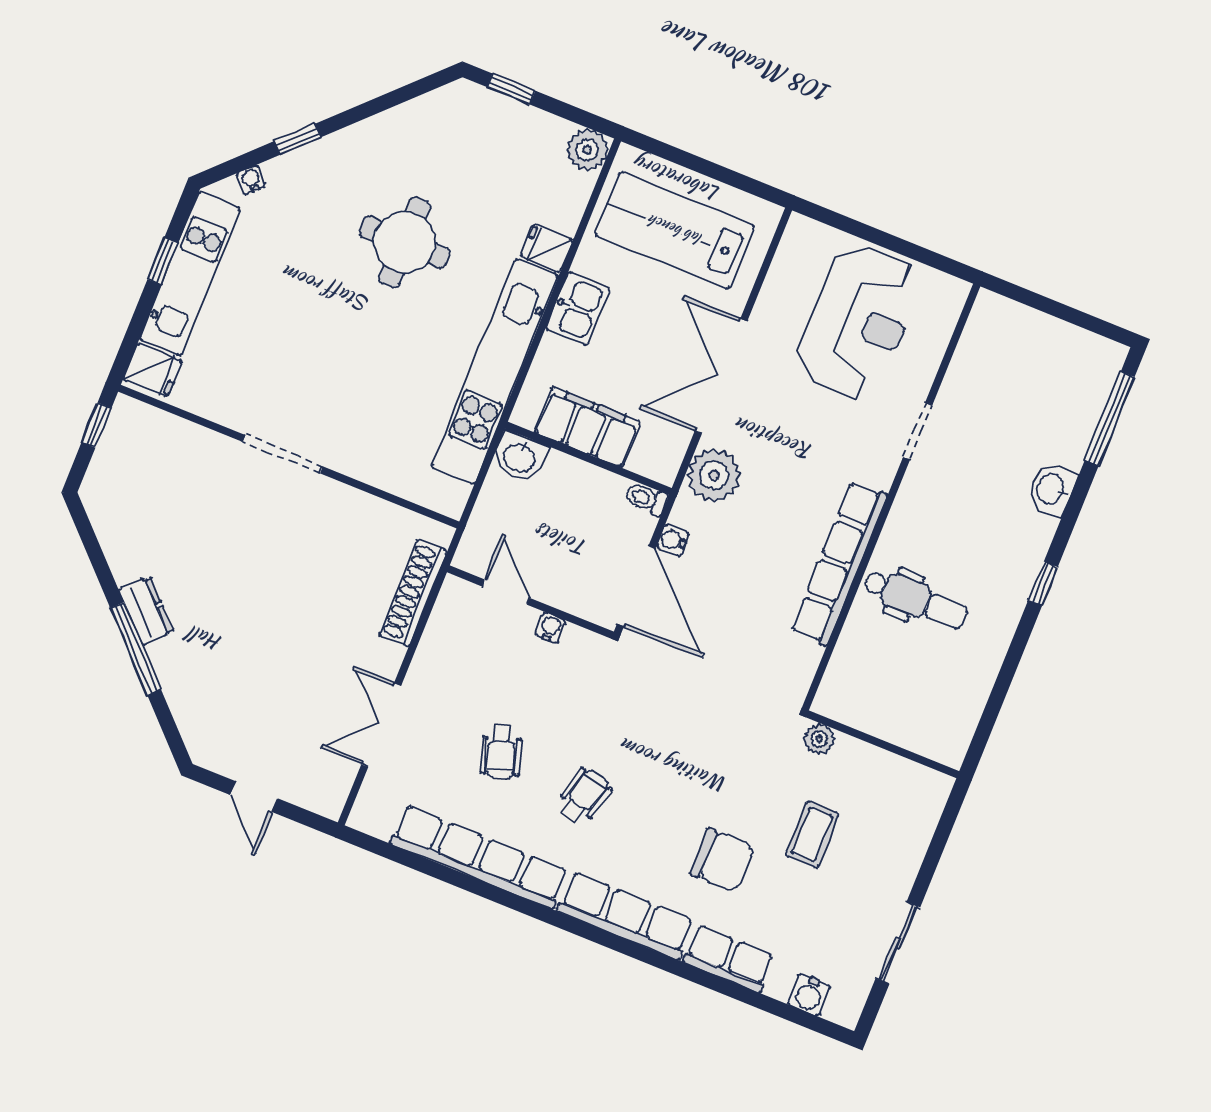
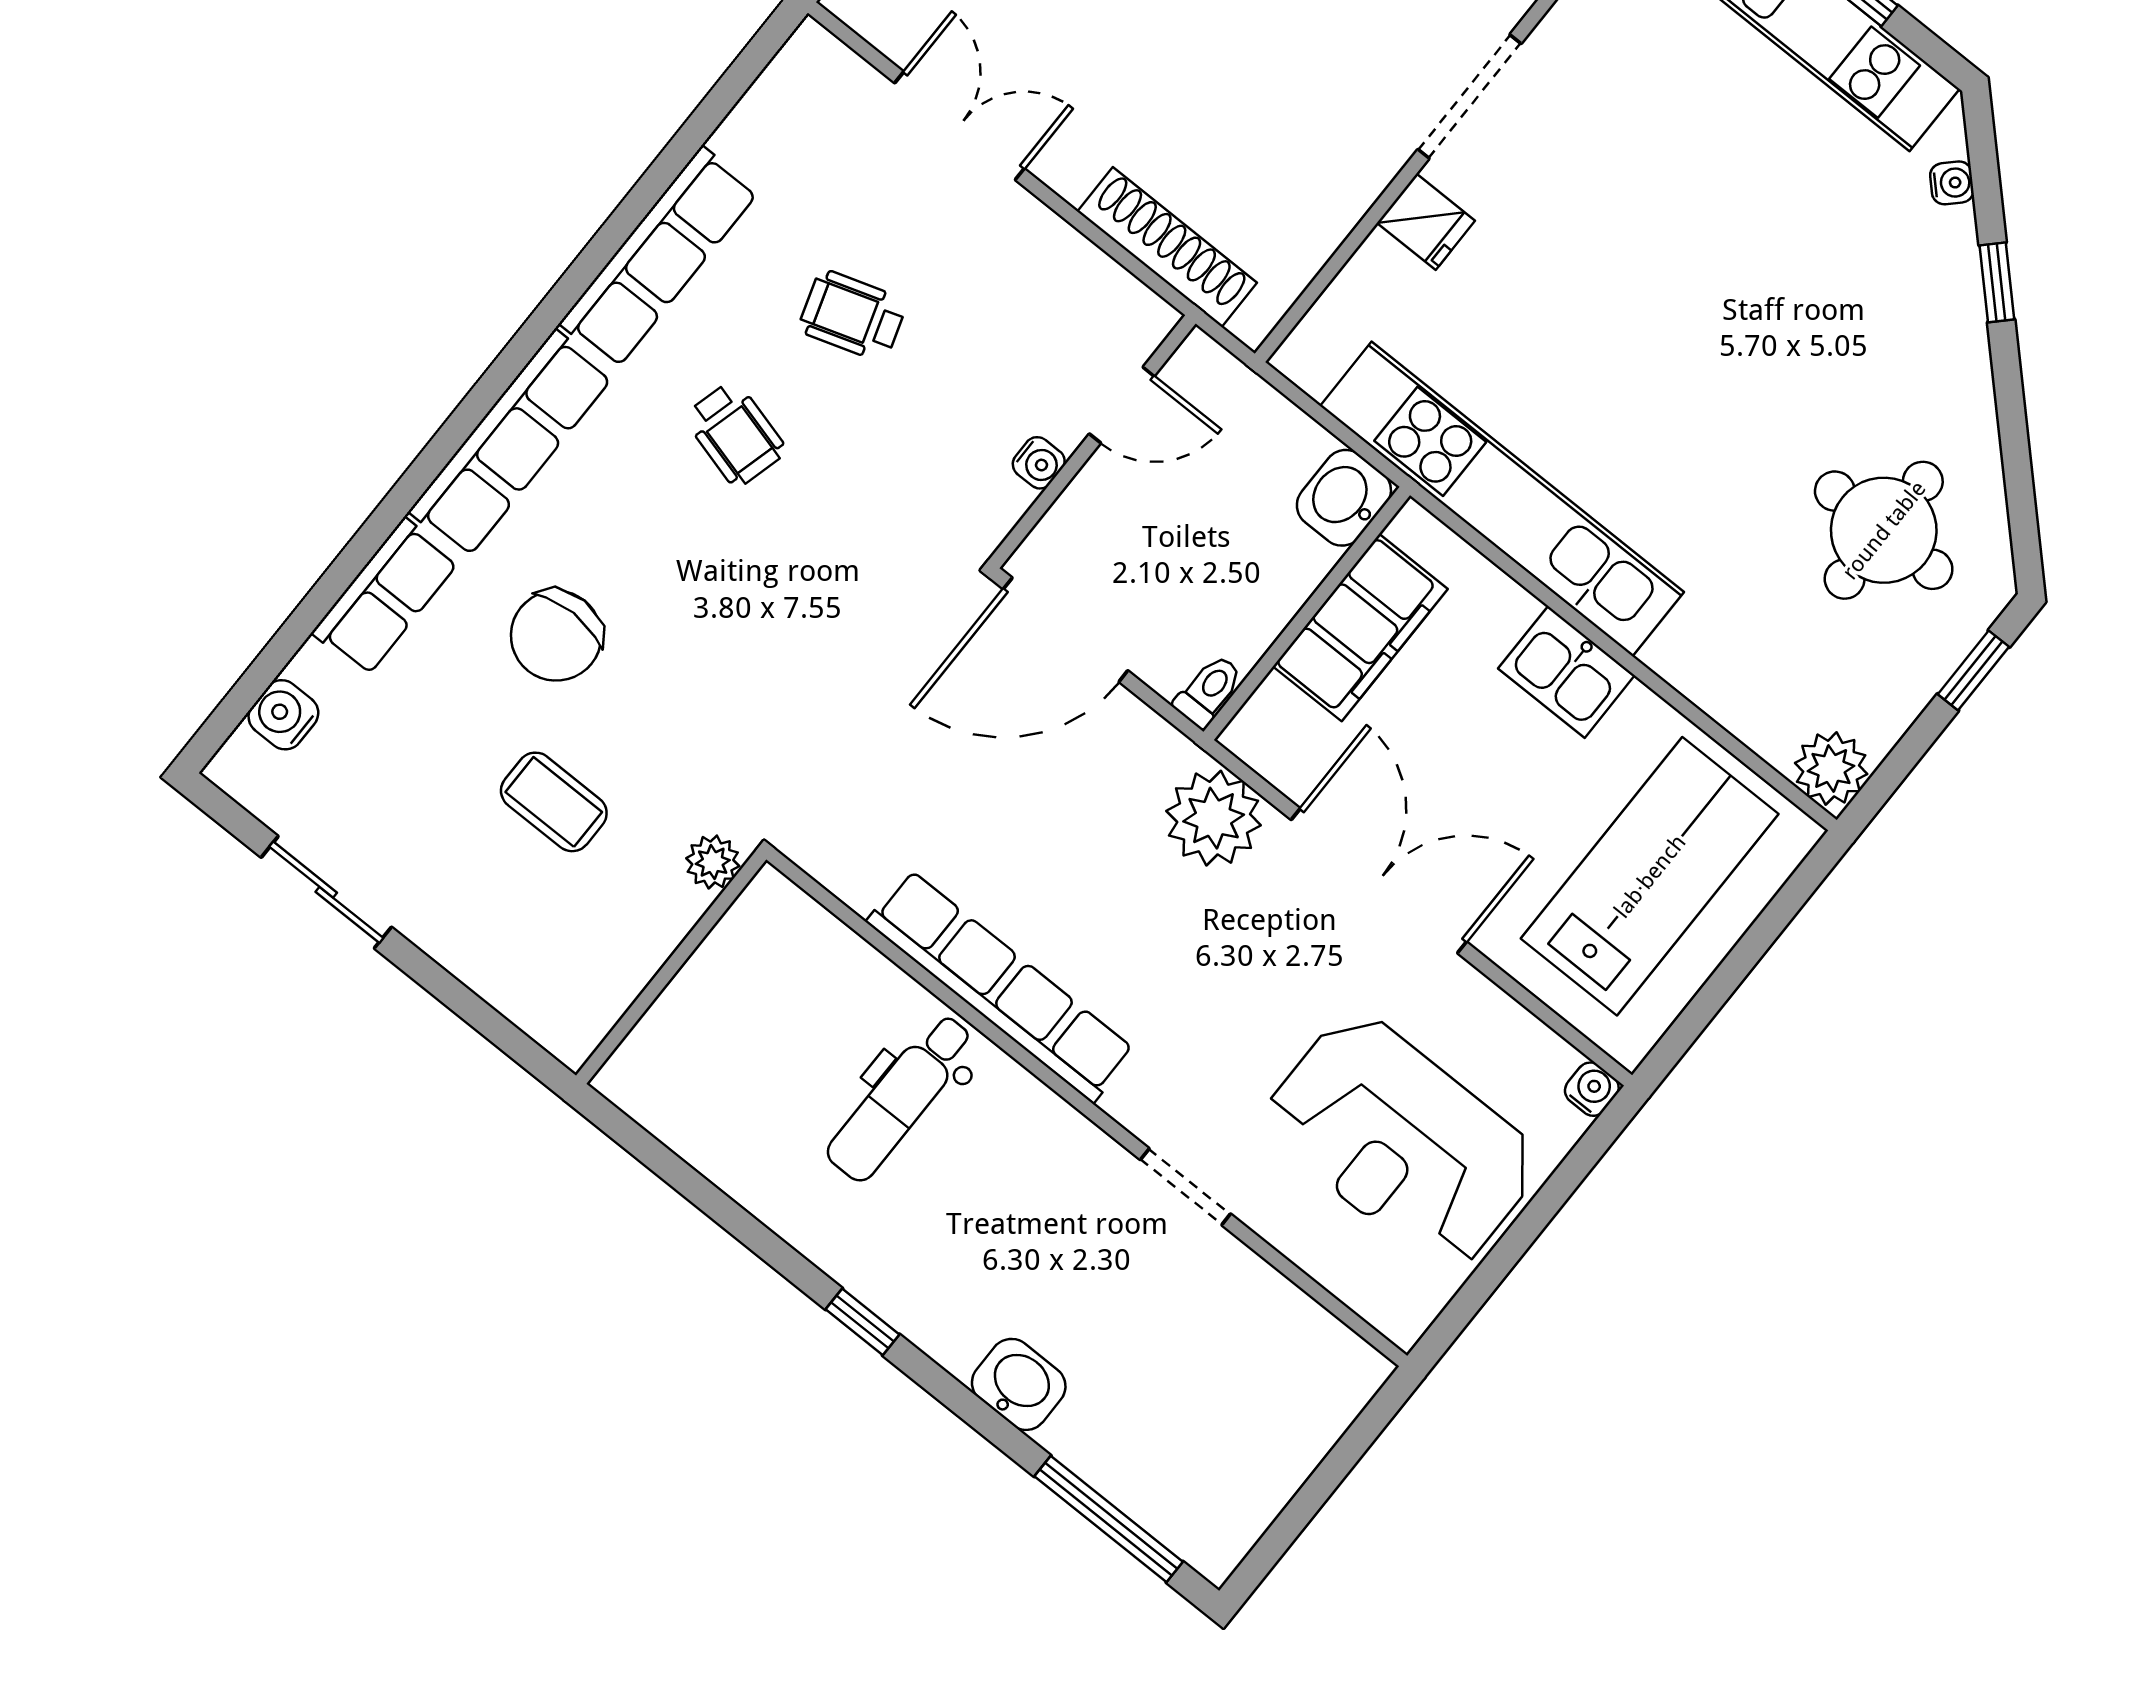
round table: (404, 242) -> (1884, 530), moved
fridge: (547, 248) -> (1426, 222), moved, turned 90
water cooler: (673, 540) -> (1592, 1089), moved
row of seats: (479, 857) -> (659, 257), width x0.73

